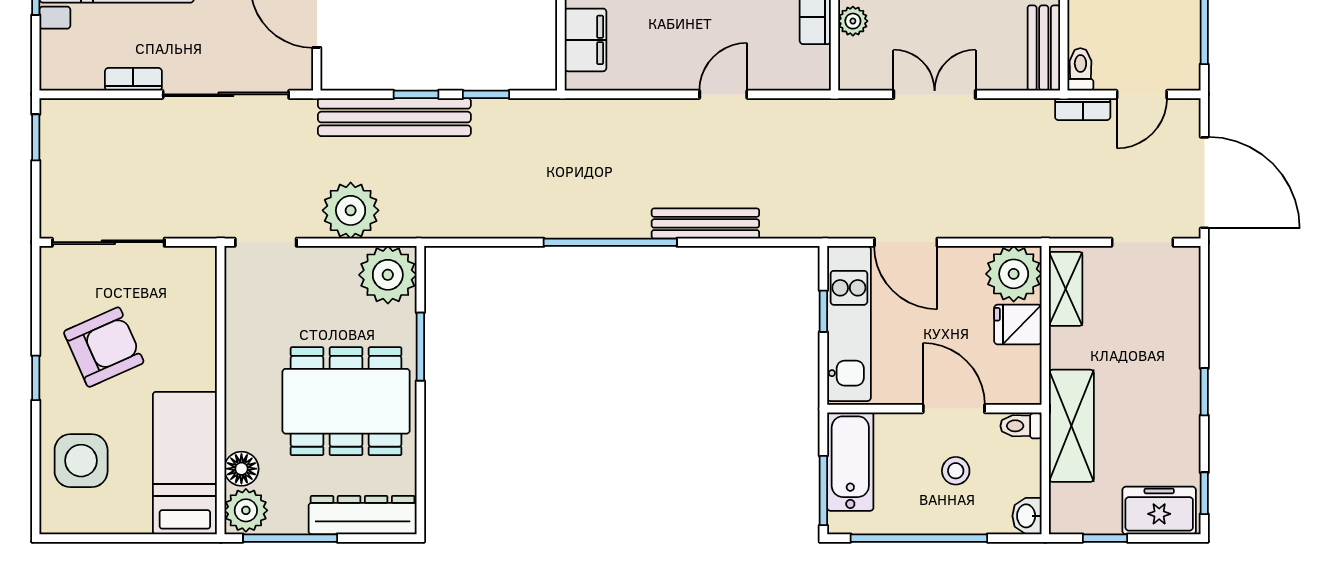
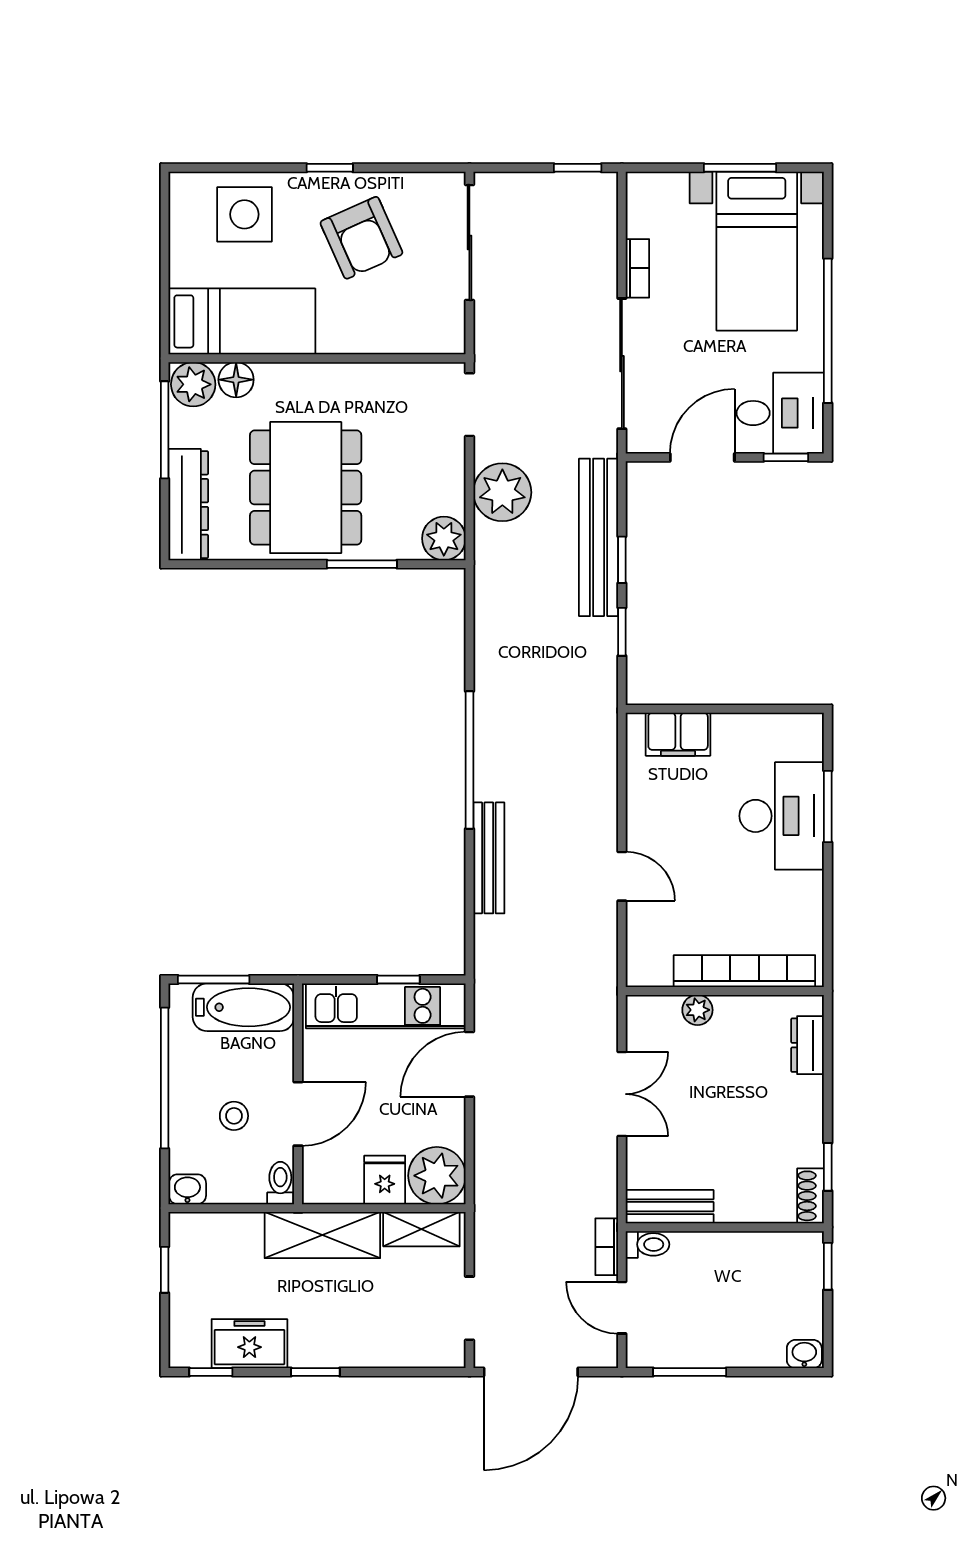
plant: (388, 275) -> (444, 538), width x0.73, depth x0.73
shelving: (1071, 426) -> (322, 1235), moved
freezer: (1159, 511) -> (249, 1344), moved, turned -90

